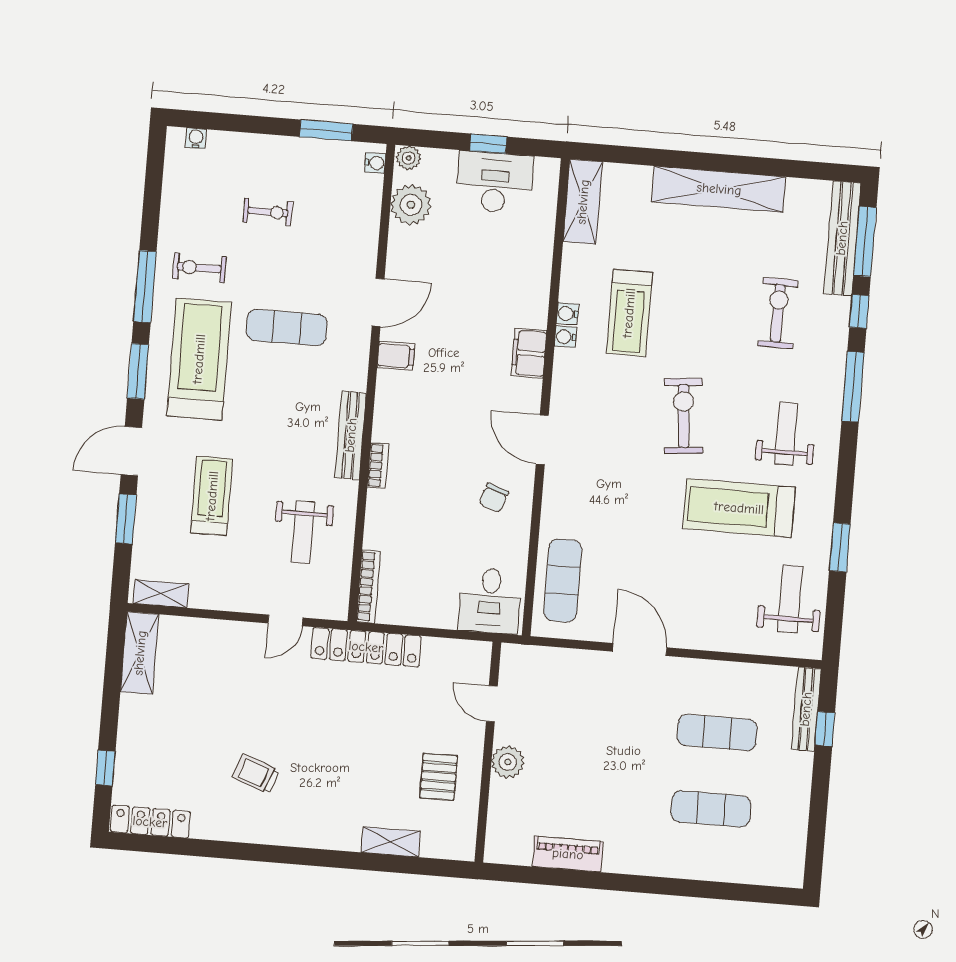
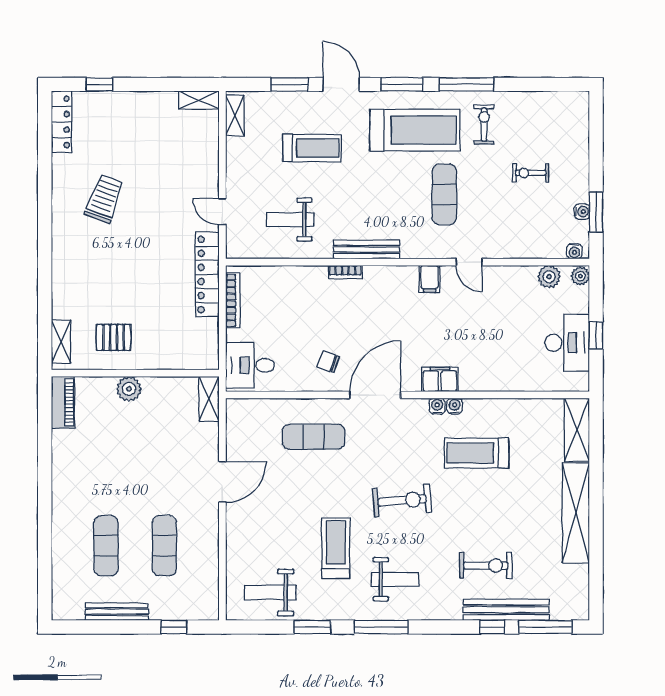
water cooler: (196, 138) -> (582, 212), moved
shelving: (583, 202) -> (577, 430), moved, turned 90
plant: (411, 205) -> (549, 277), width x0.73, depth x0.73
exercise bike: (268, 212) -> (531, 173), turned 90
bench: (842, 238) -> (506, 610), moved
door: (378, 302) -> (469, 262), width x0.73
water cooler: (567, 314) -> (437, 406), moved
window: (853, 387) -> (381, 627), moved
door: (542, 440) -> (375, 395), width x1.36
treadmill: (739, 508) -> (336, 548), width x0.73, depth x0.73
exercise mat: (563, 580) -> (313, 437), moved
bookcase: (368, 587) -> (233, 300), moved, turned -90
weight bench: (790, 599) -> (270, 593), turned 180
shelving: (140, 653) -> (199, 100), width x0.67, depth x0.75
shelving: (529, 658) -> (209, 399), added
door: (492, 704) -> (172, 373), removed
bench: (806, 709) -> (117, 612), moved
trolley: (256, 774) -> (104, 199), width x1.36, depth x1.39
shelving: (391, 842) -> (61, 342), moved
piano: (568, 854) -> (63, 402), moved

